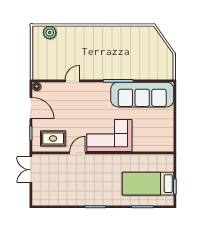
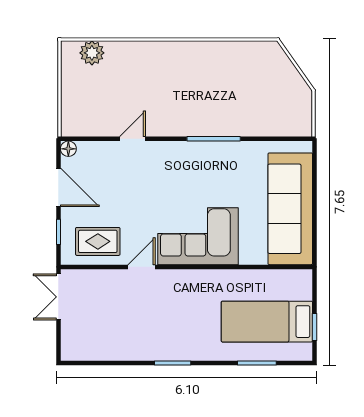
sofa: (142, 95) -> (290, 209), moved, turned 90

